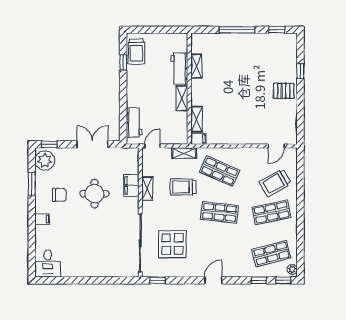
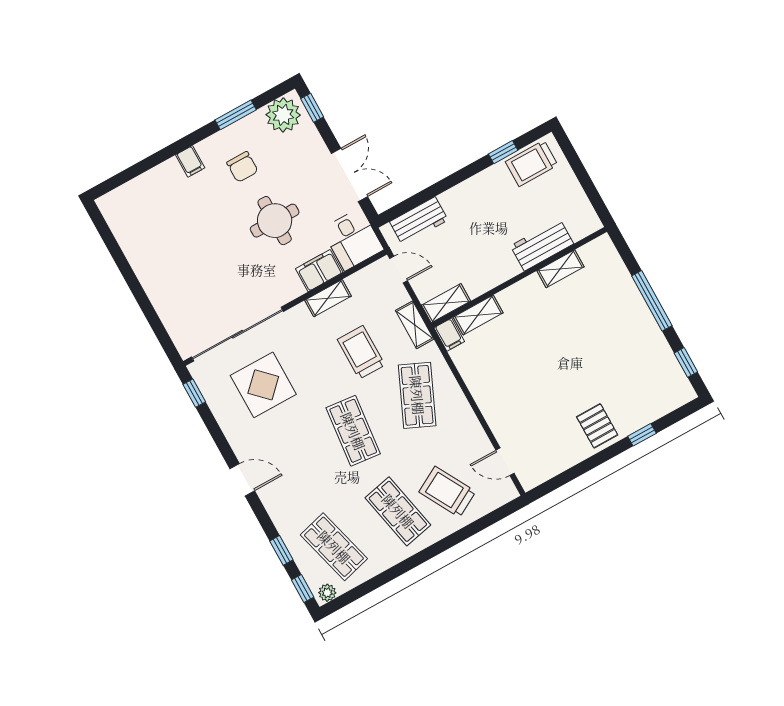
shelving: (182, 98) -> (446, 303), moved
desk: (48, 263) -> (353, 239), moved, turned -90

